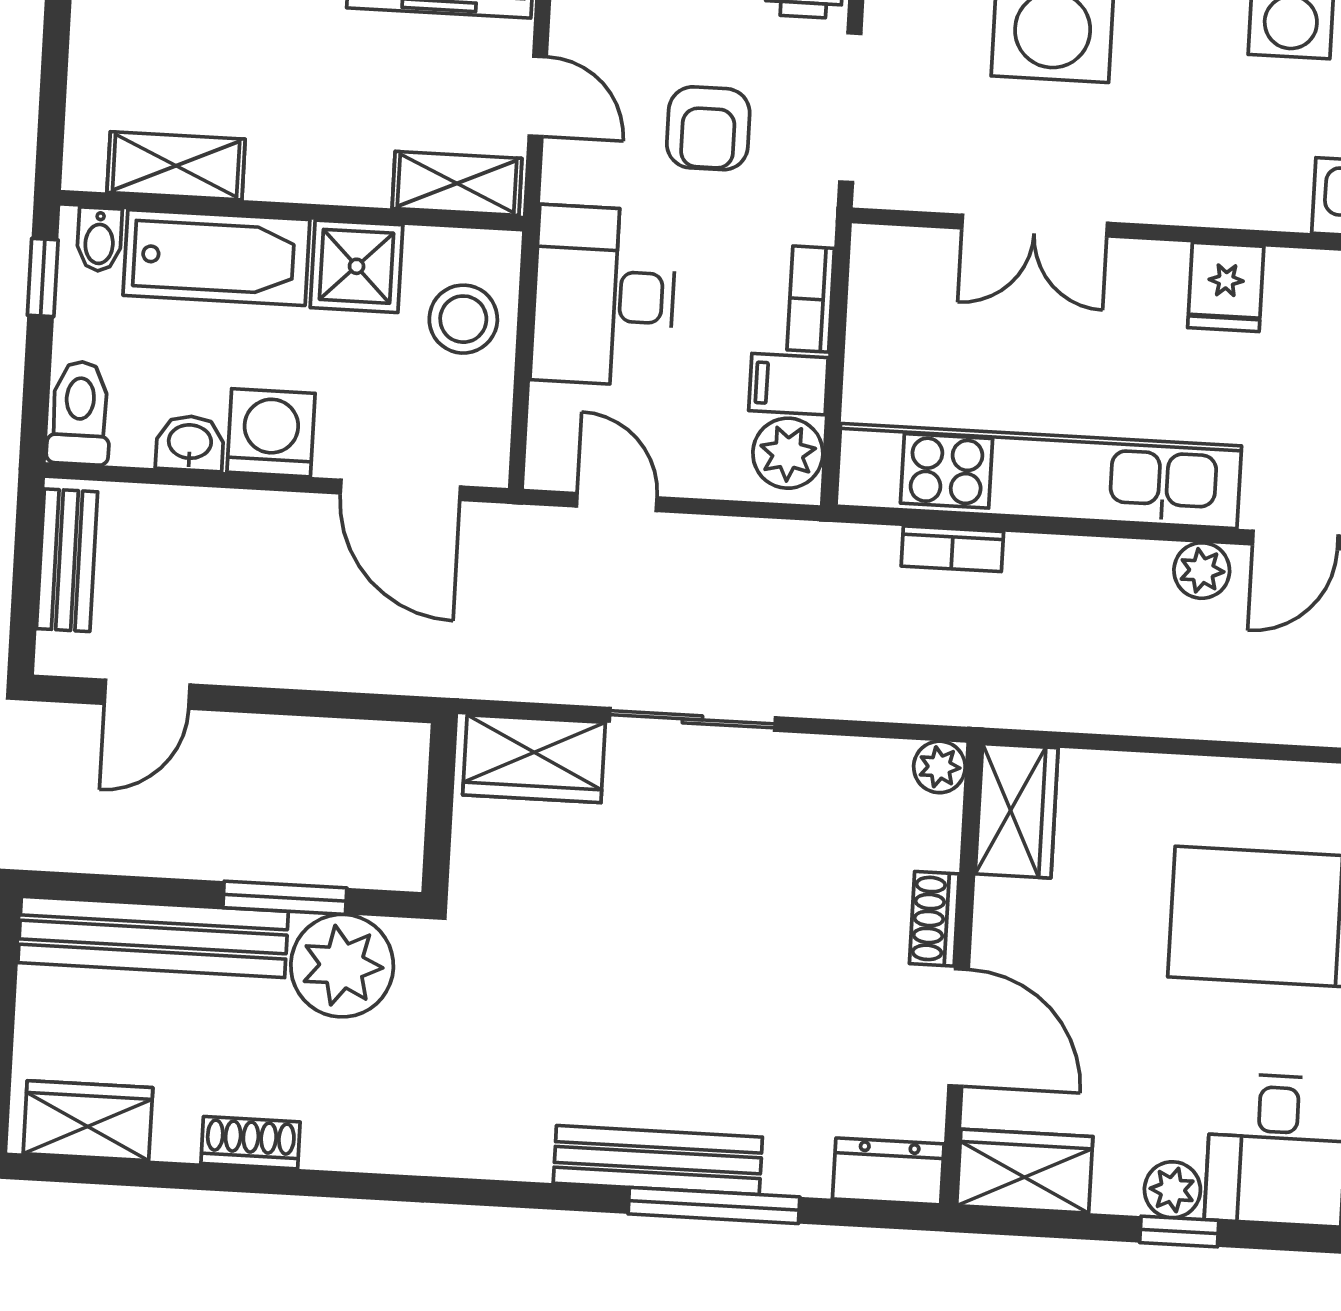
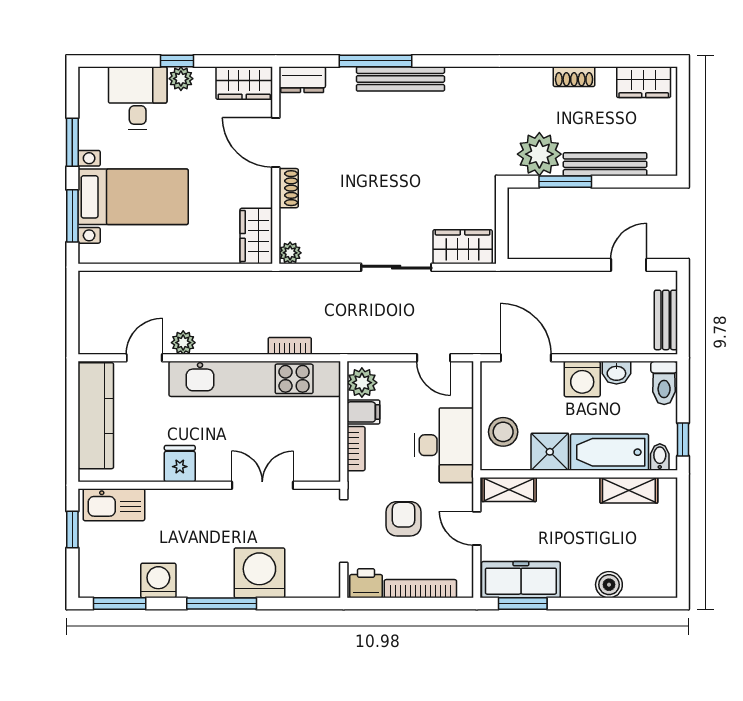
bench: (153, 937) -> (605, 164), width x0.73, depth x0.82

